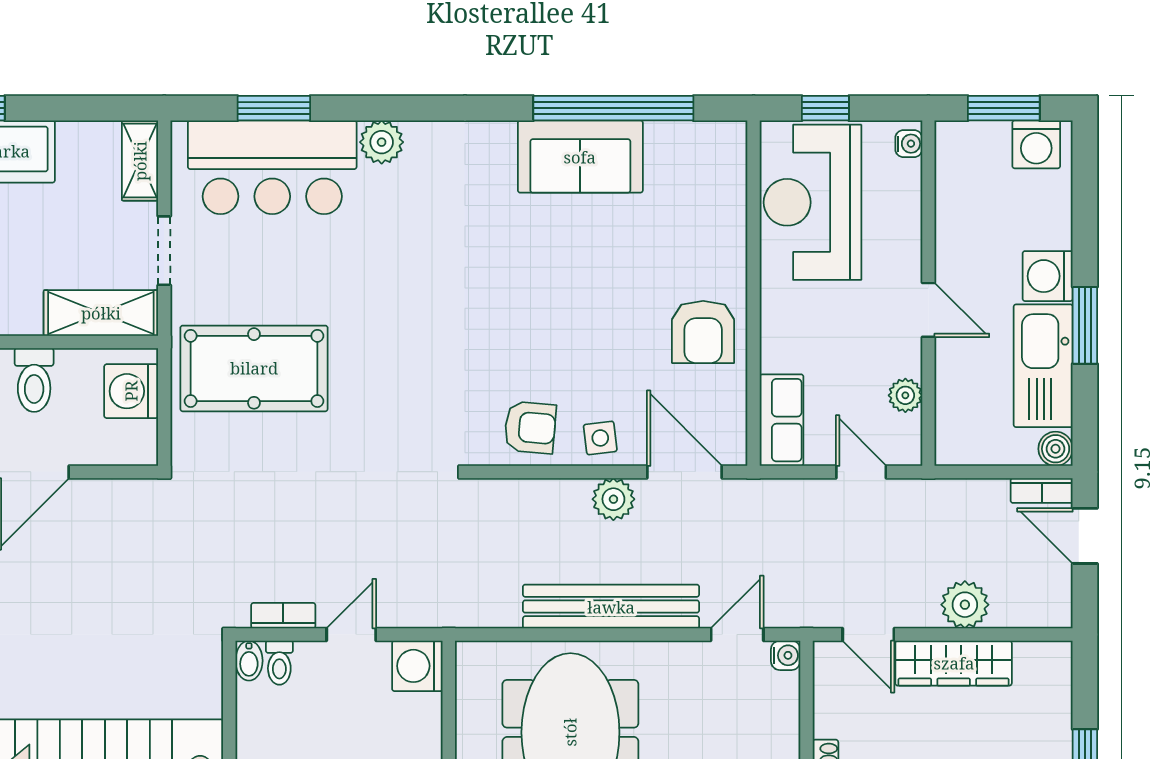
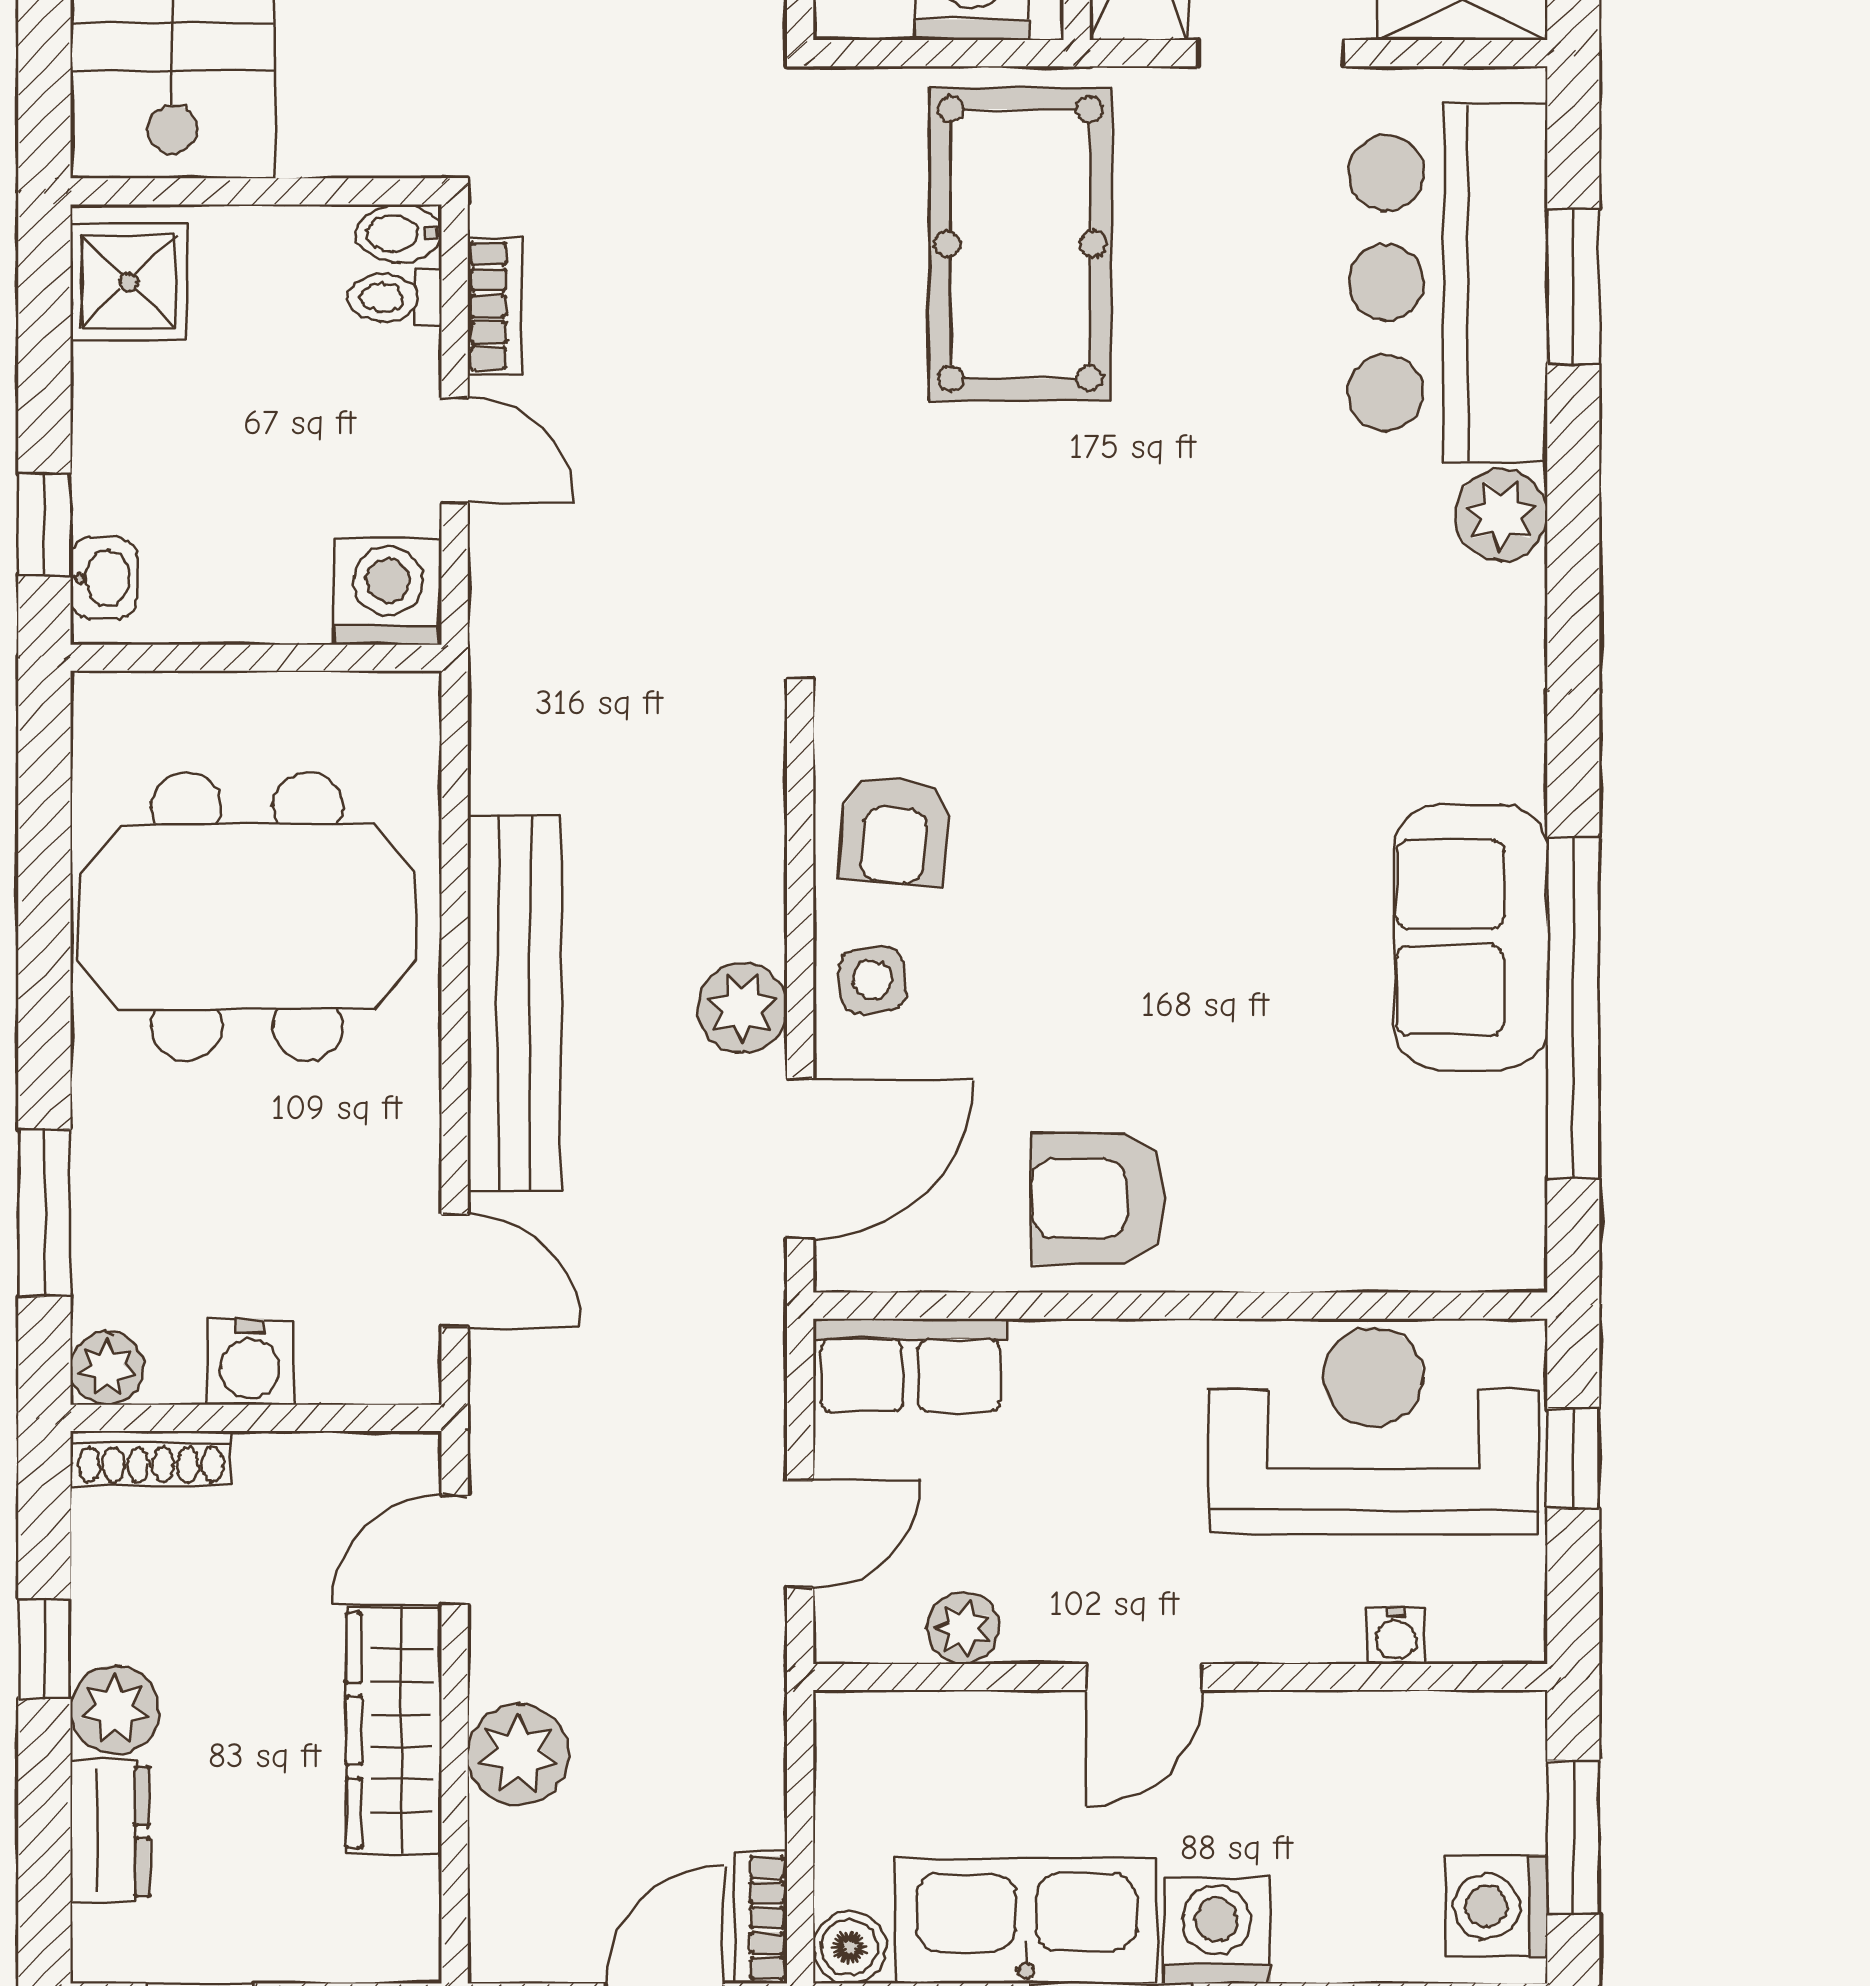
water cooler: (909, 144) -> (1396, 1635), moved
water cooler: (786, 655) -> (250, 1362), moved, width x1.38, depth x1.38

